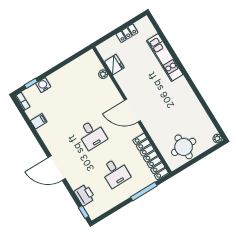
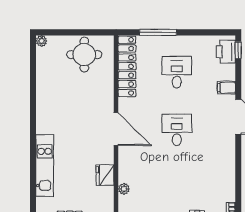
fridge: (114, 65) -> (105, 175), moved
filing cabinet: (39, 121) -> (226, 88), moved
printer: (85, 195) -> (226, 52), moved

